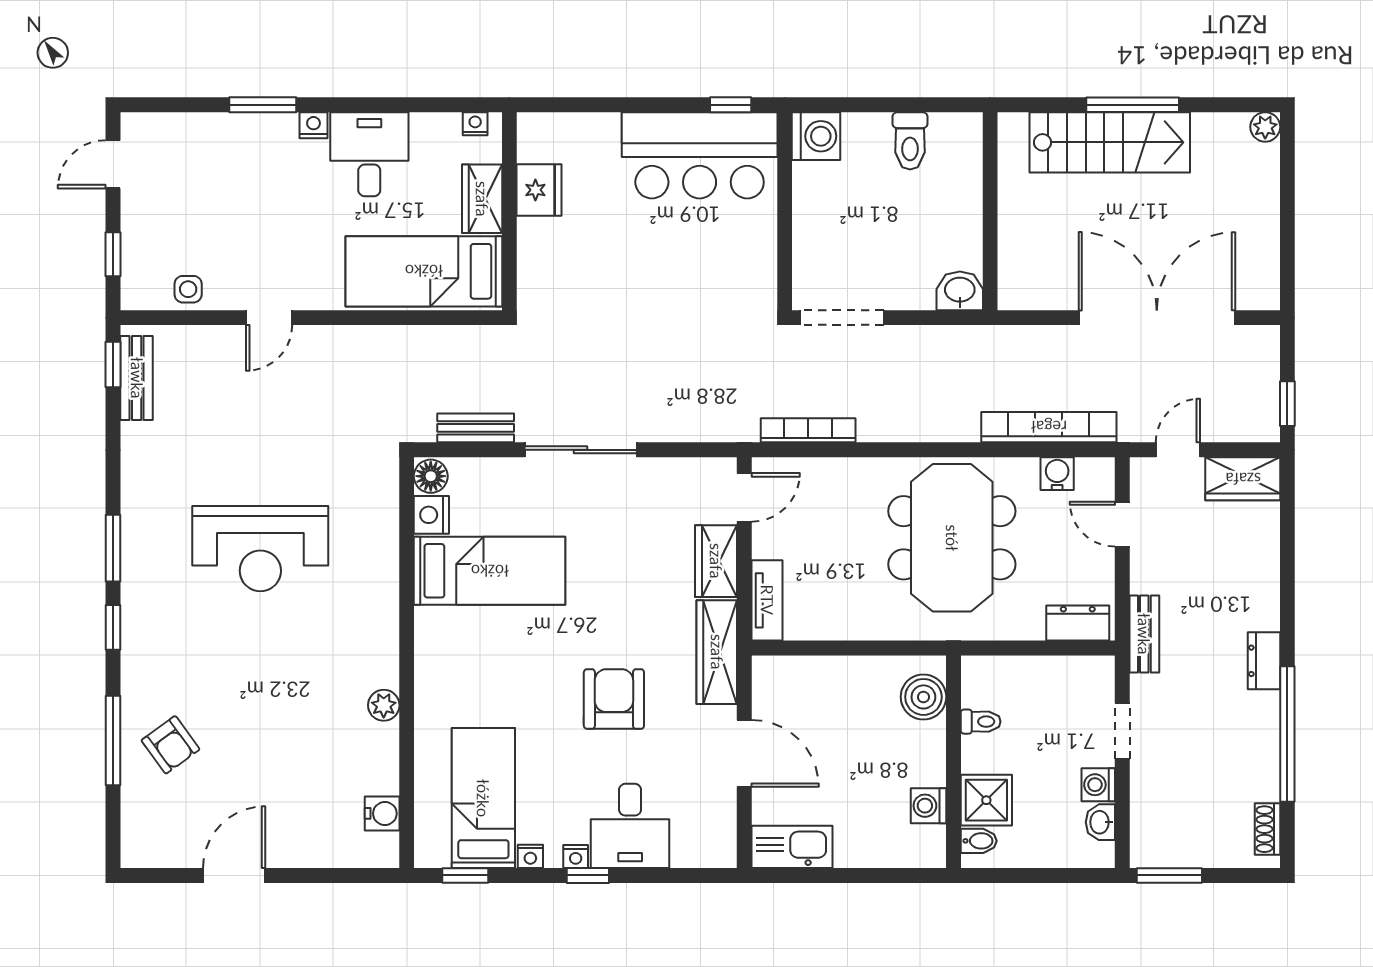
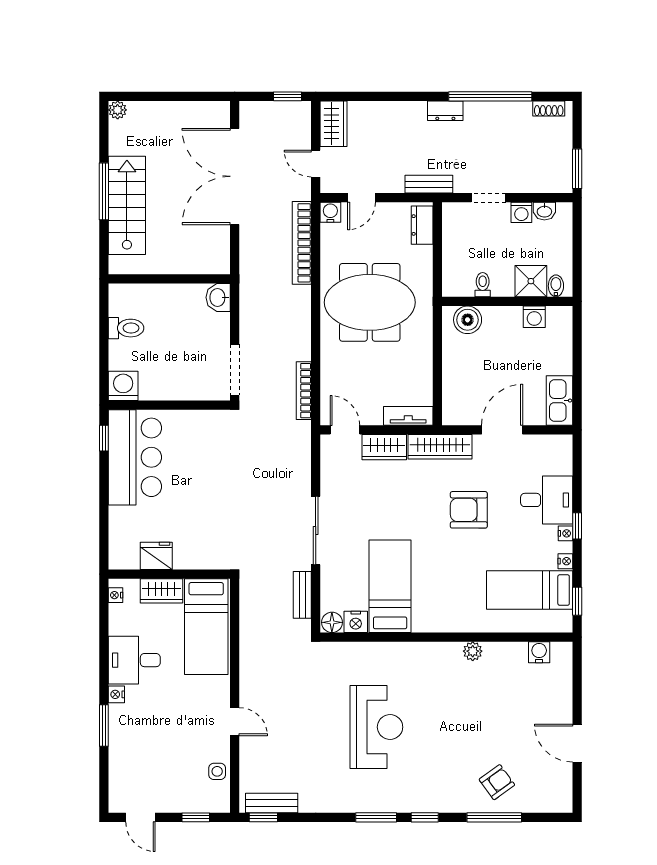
water cooler: (1057, 474) -> (330, 212), moved, turned 90

